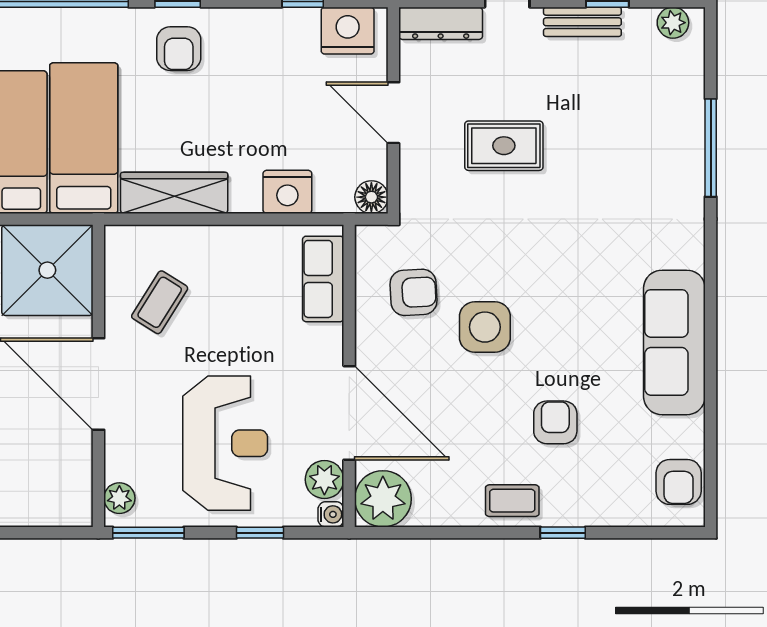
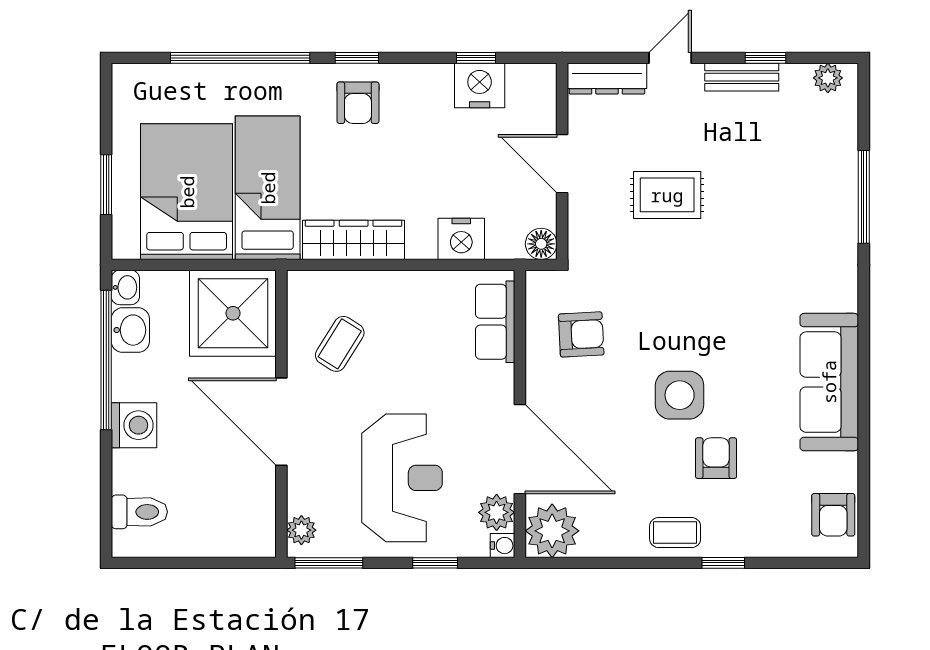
nightstand: (348, 31) -> (480, 86), moved
side table: (485, 327) -> (680, 395), moved

